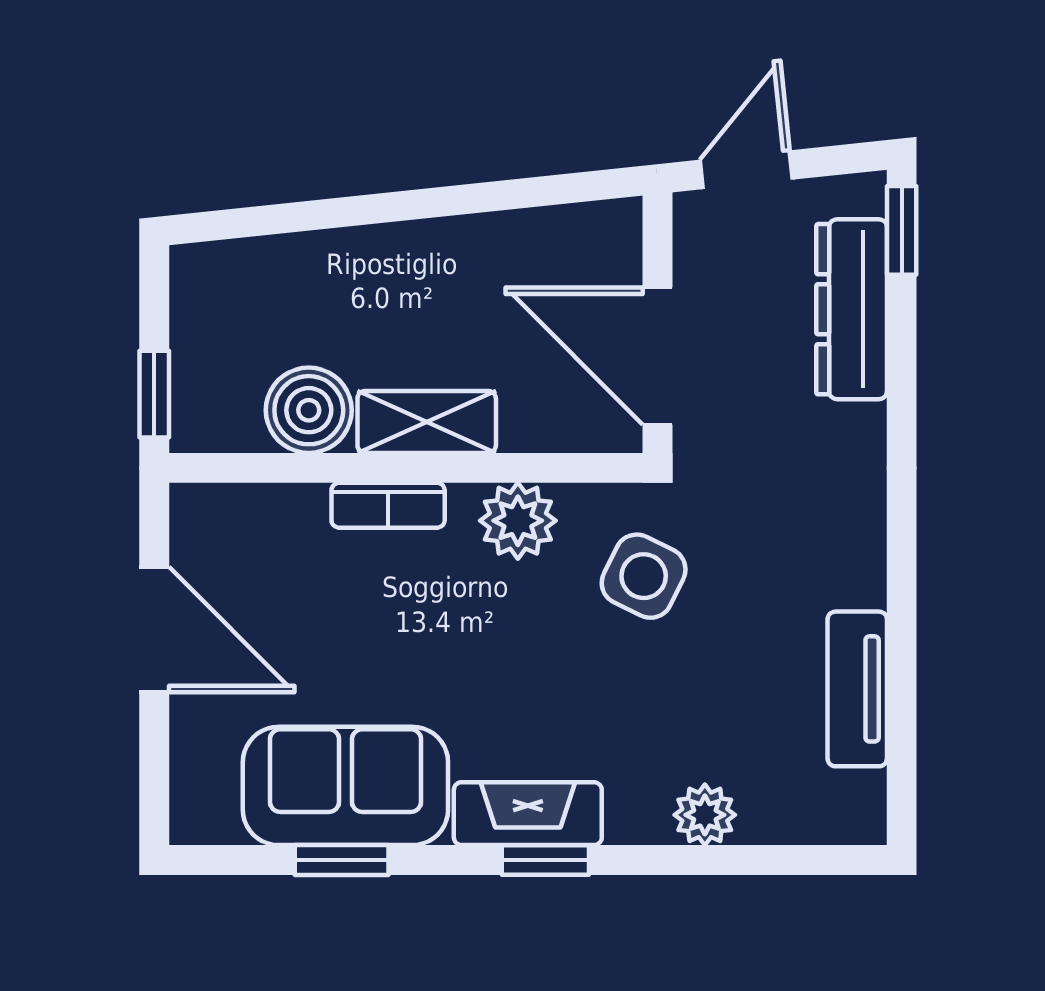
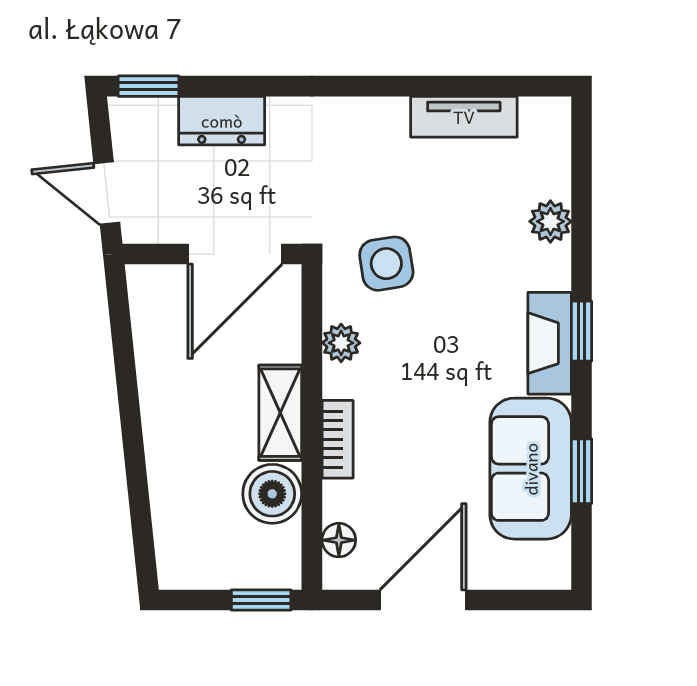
dresser: (852, 309) -> (222, 121), width x0.70
floor lamp: (241, 507) -> (339, 540), added
plant: (518, 521) -> (341, 343), width x0.73, depth x0.73
side table: (644, 576) -> (386, 264), turned -35

